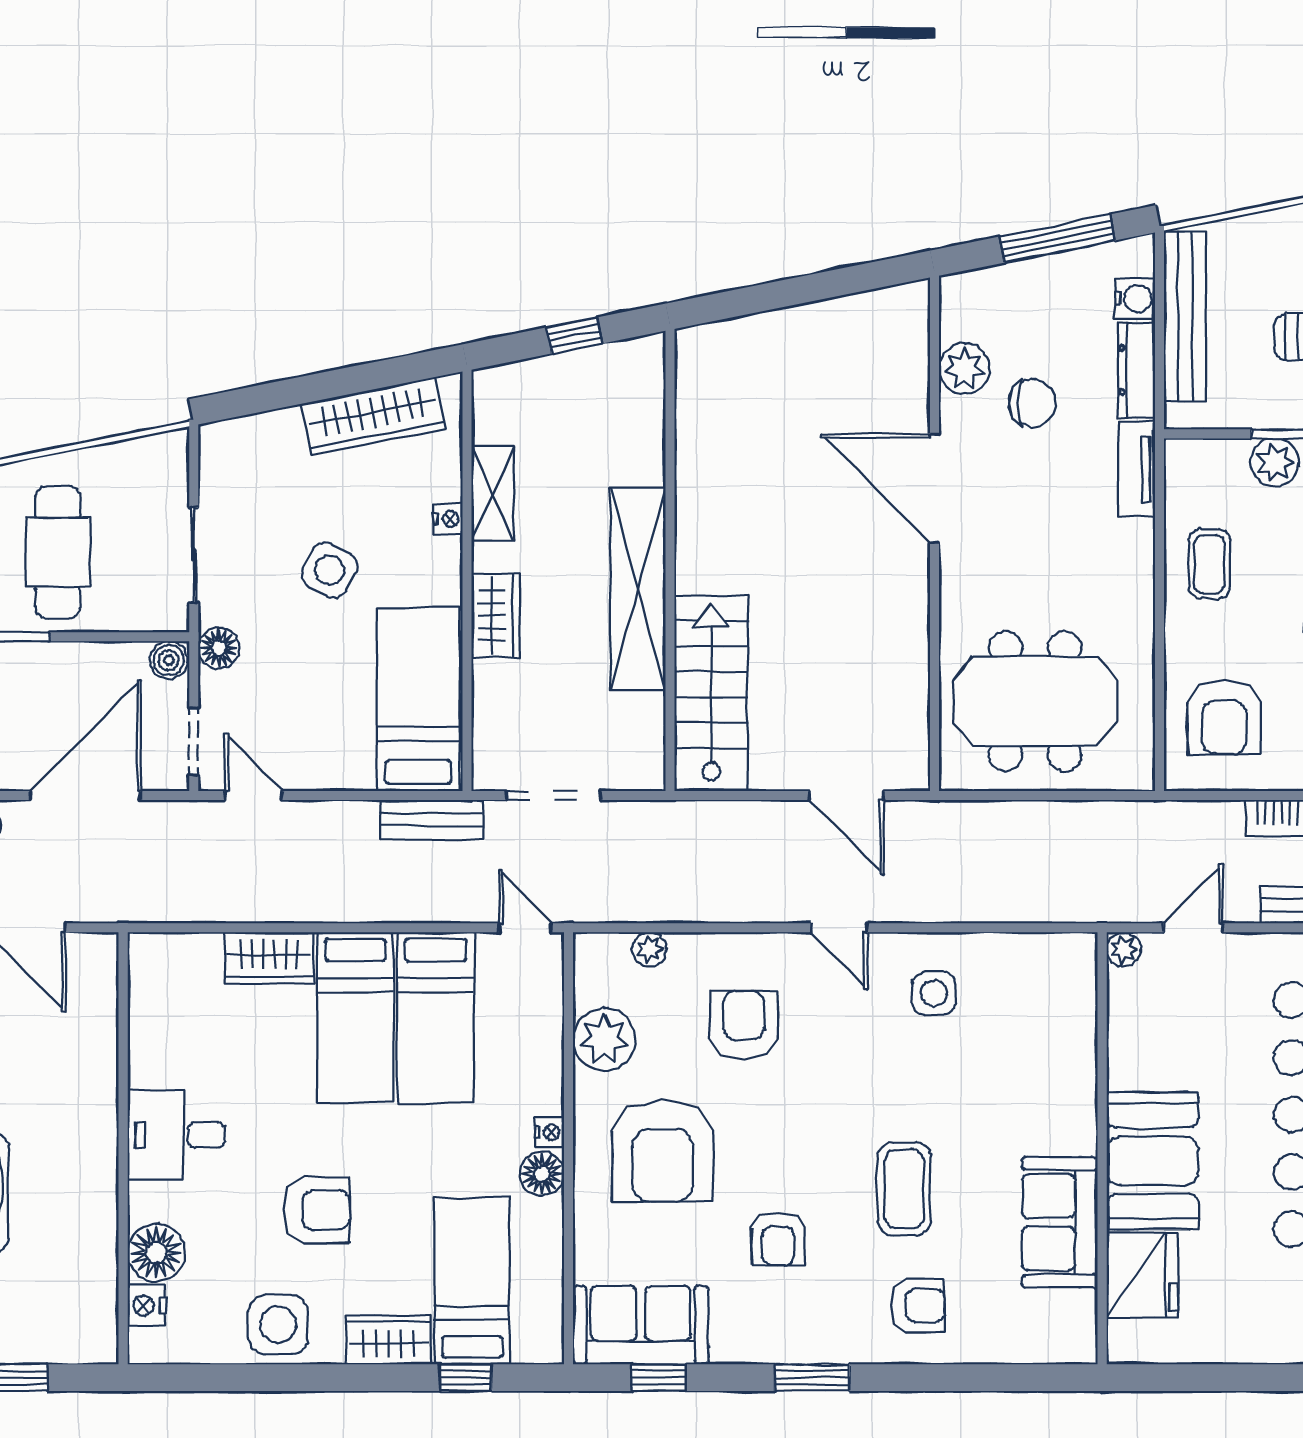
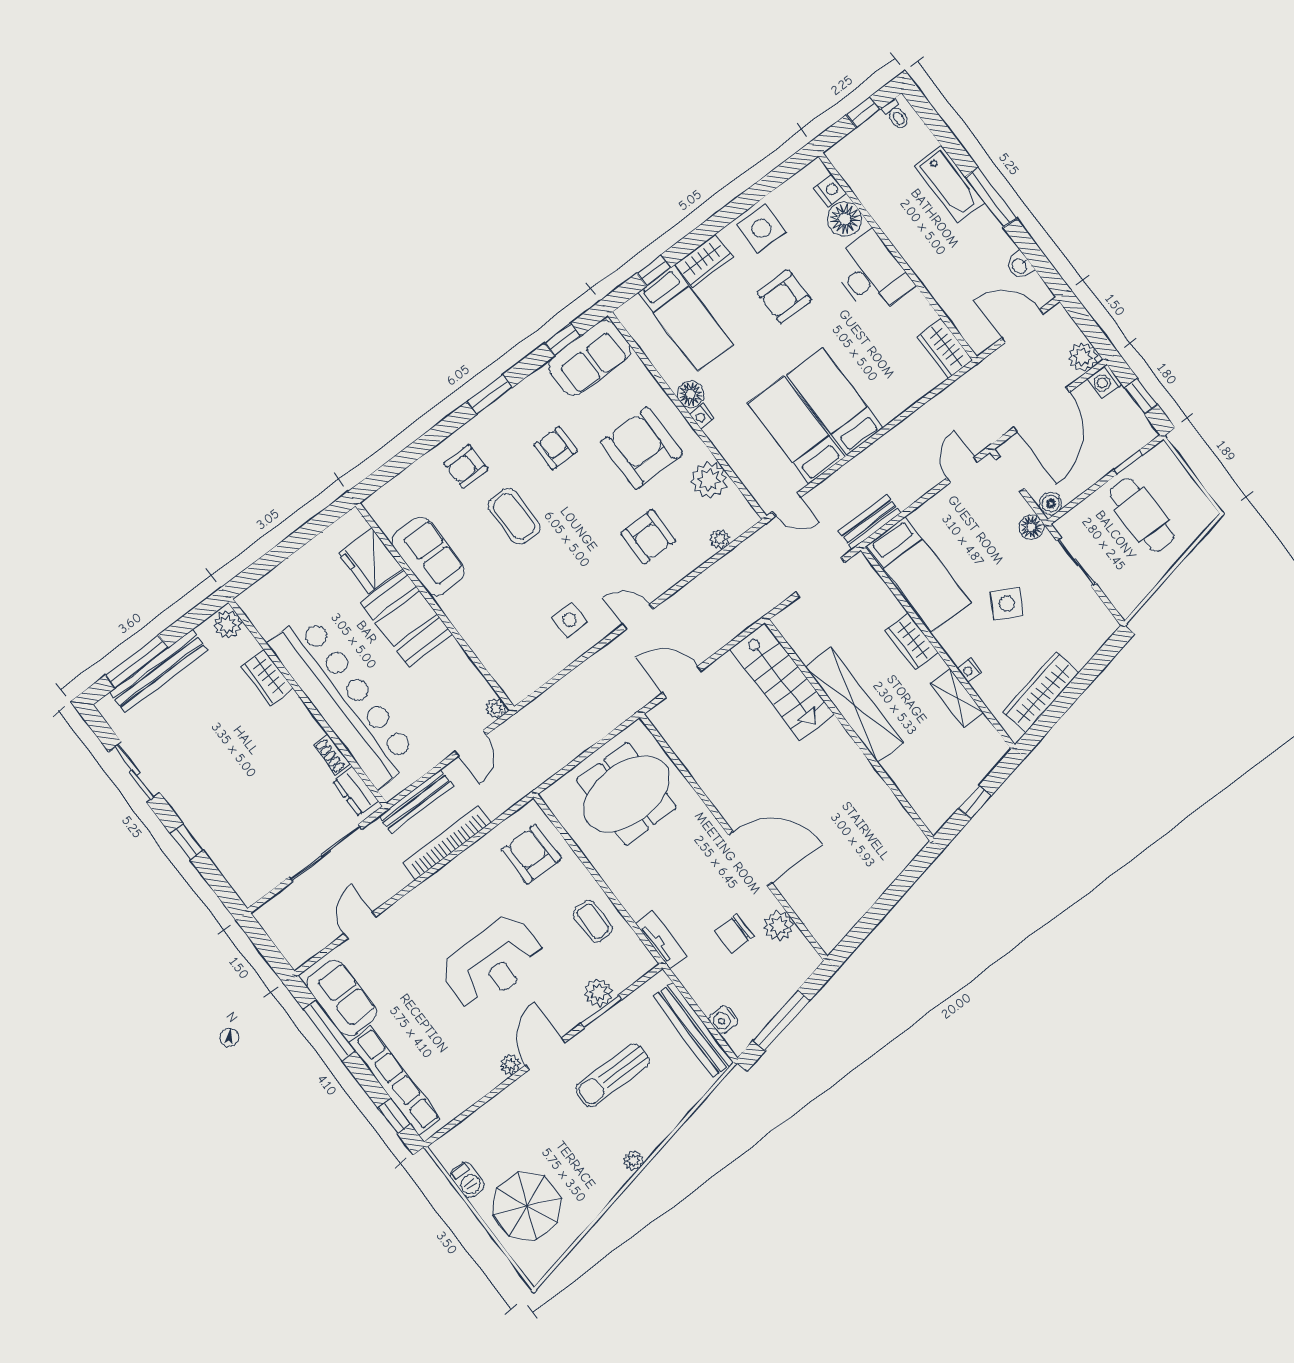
dresser: (1136, 370) -> (697, 987), removed
door: (254, 795) -> (962, 470), swing flipped
wardrobe: (269, 958) -> (945, 348), moved, turned -90
desk: (176, 1135) -> (871, 274), width x1.37

